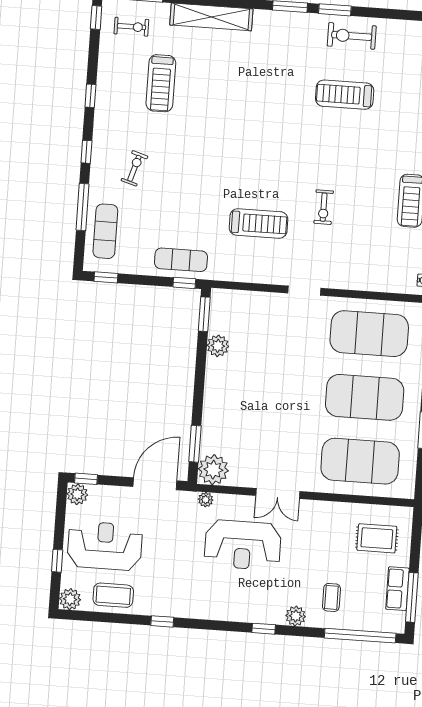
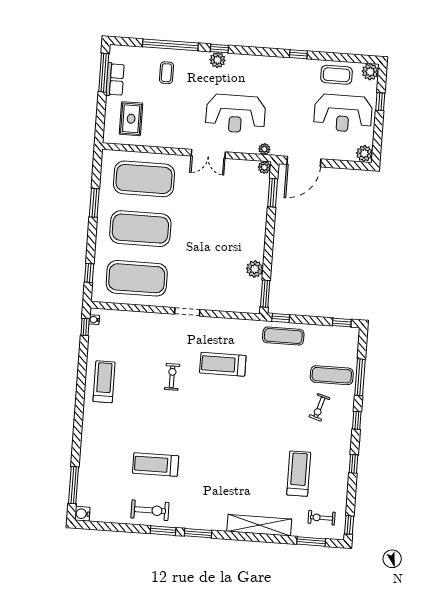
treadmill: (345, 95) -> (156, 465), turned 180
exercise mat: (105, 231) -> (332, 375), moved, turned 90
plant: (213, 470) -> (264, 167), width x0.53, depth x0.53
window: (86, 479) -> (358, 166), removed
double door: (278, 494) -> (208, 154), swing flipped
rug: (377, 538) -> (131, 119), turned 90
reception desk: (243, 545) -> (236, 114), turned 180
plant: (296, 616) -> (217, 60), moved
window: (360, 636) -> (170, 45), moved

